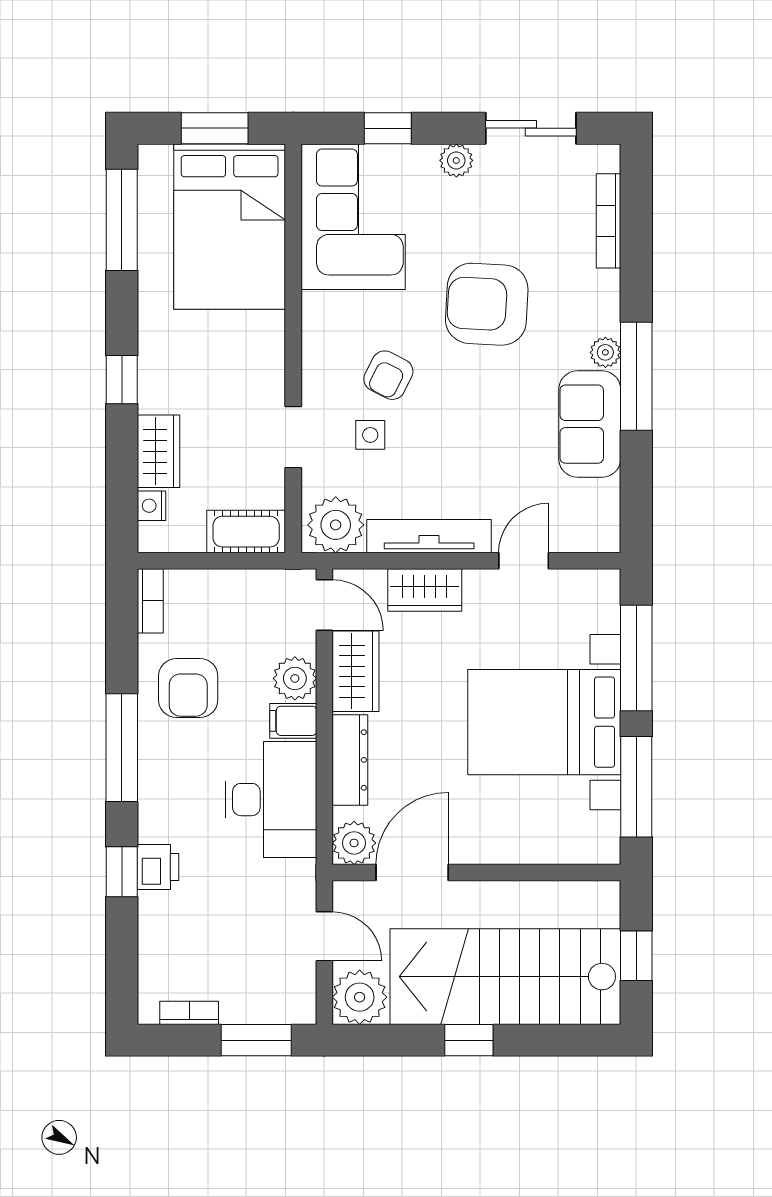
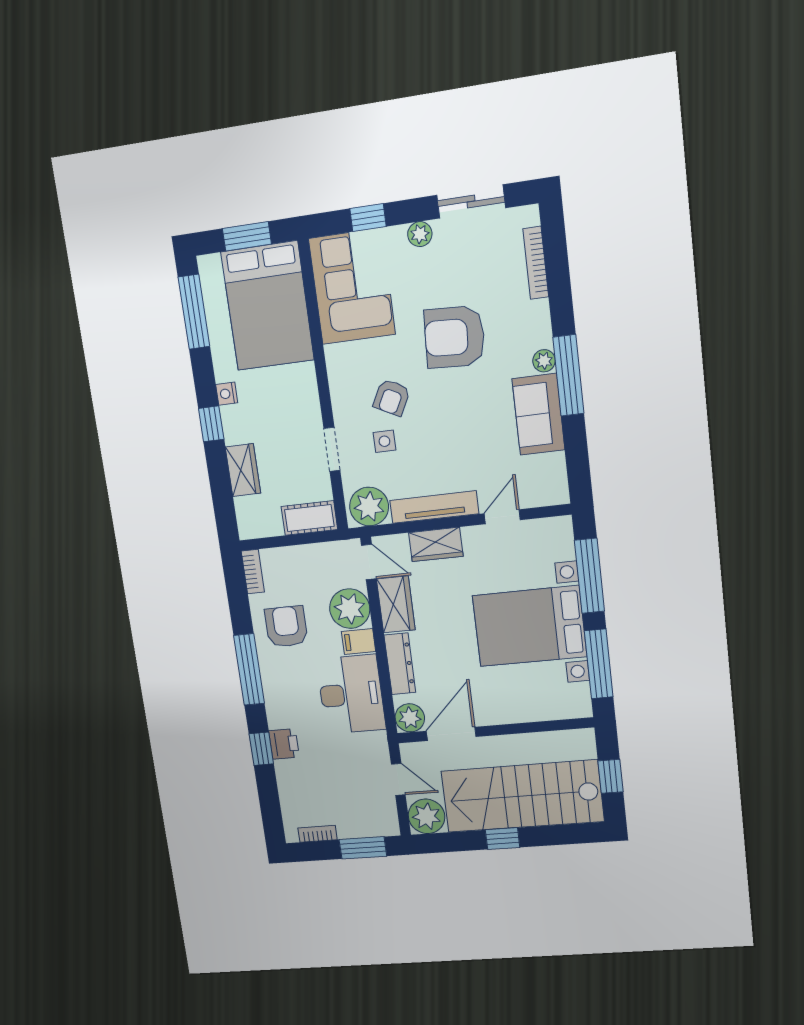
nightstand: (151, 506) -> (227, 394), moved
plant: (295, 678) -> (350, 609), width x1.36, depth x1.36
armchair: (188, 688) -> (286, 627), turned 180

